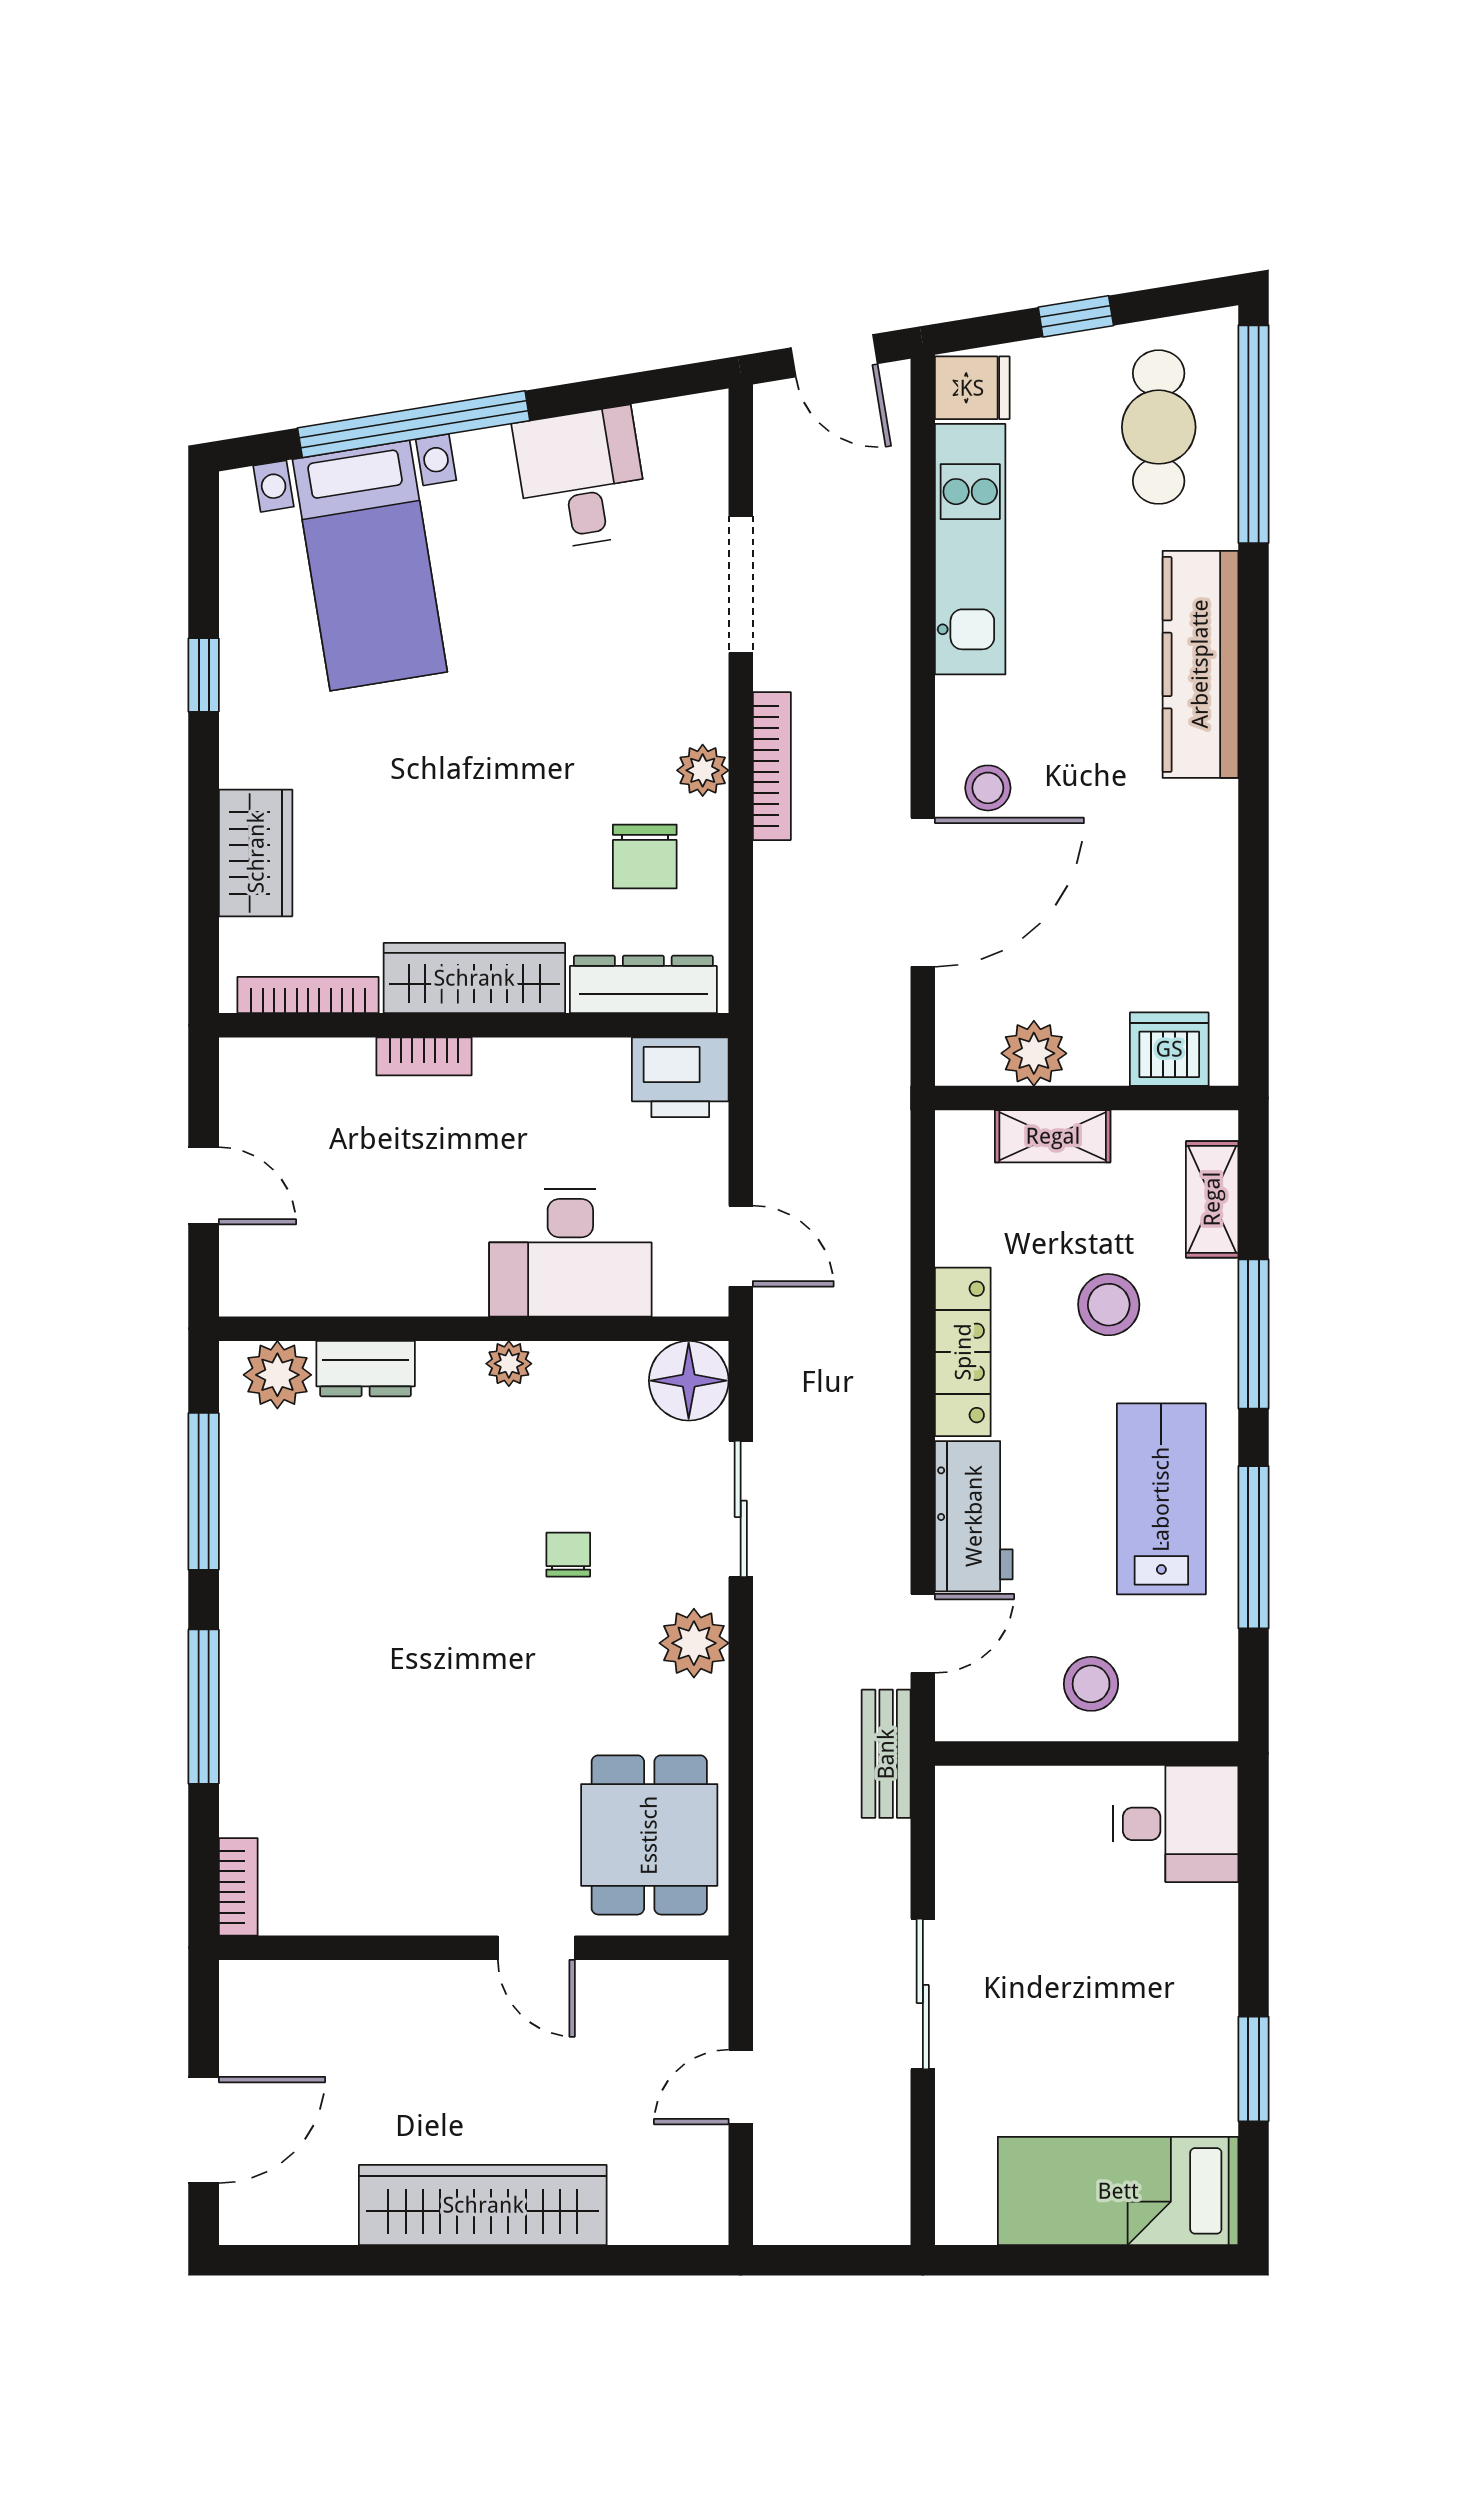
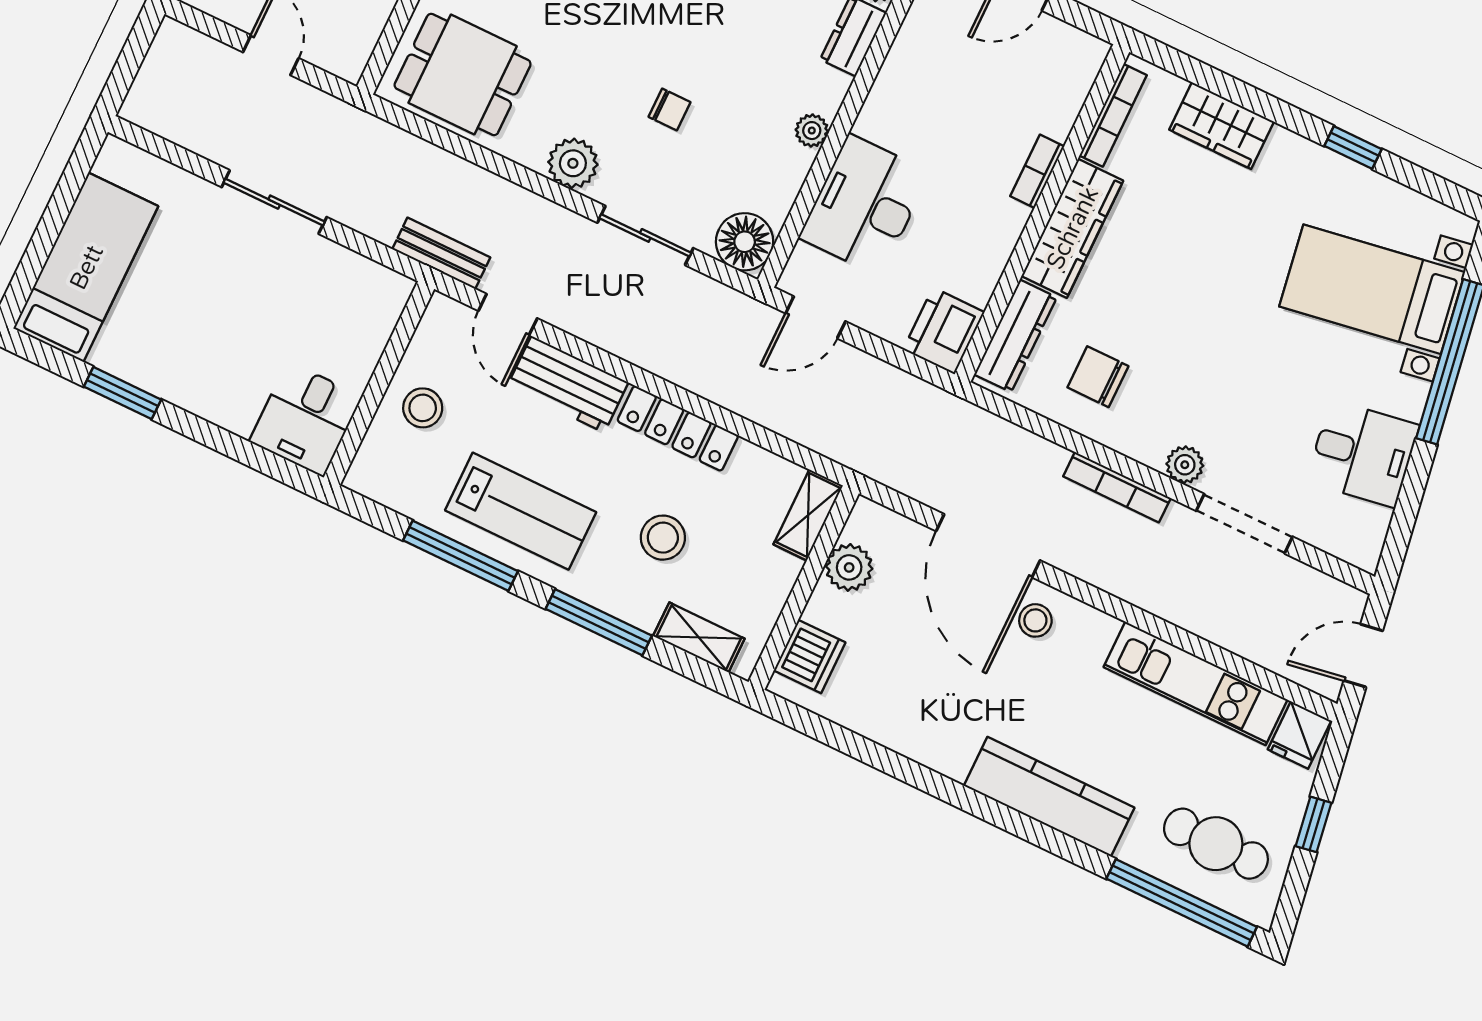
plant: (703, 770) -> (1185, 465), moved
shelving: (1053, 1136) -> (808, 515), moved

